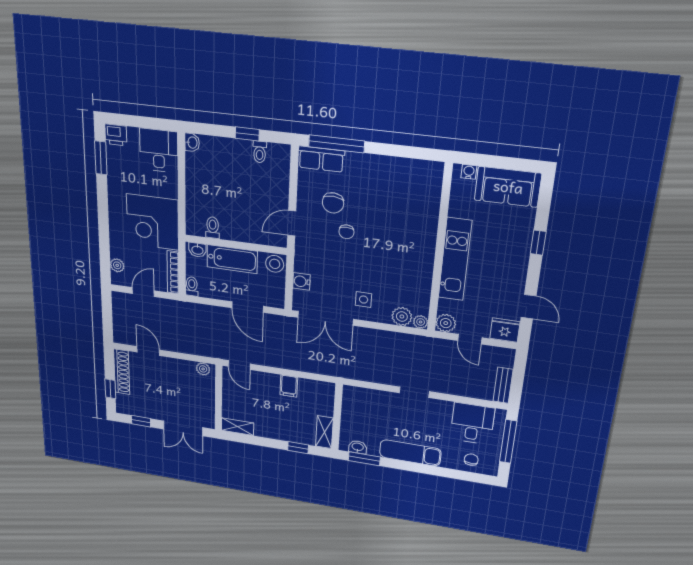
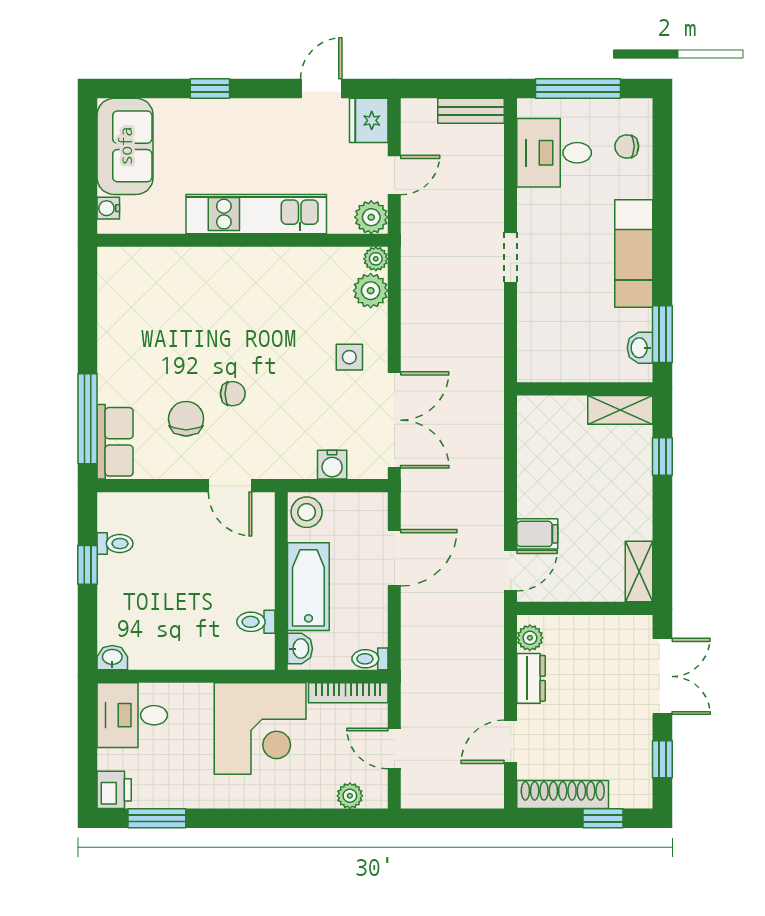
chair: (333, 203) -> (186, 419), turned -94
dresser: (182, 366) -> (531, 678), added
filing cabinet: (289, 386) -> (537, 534), moved

